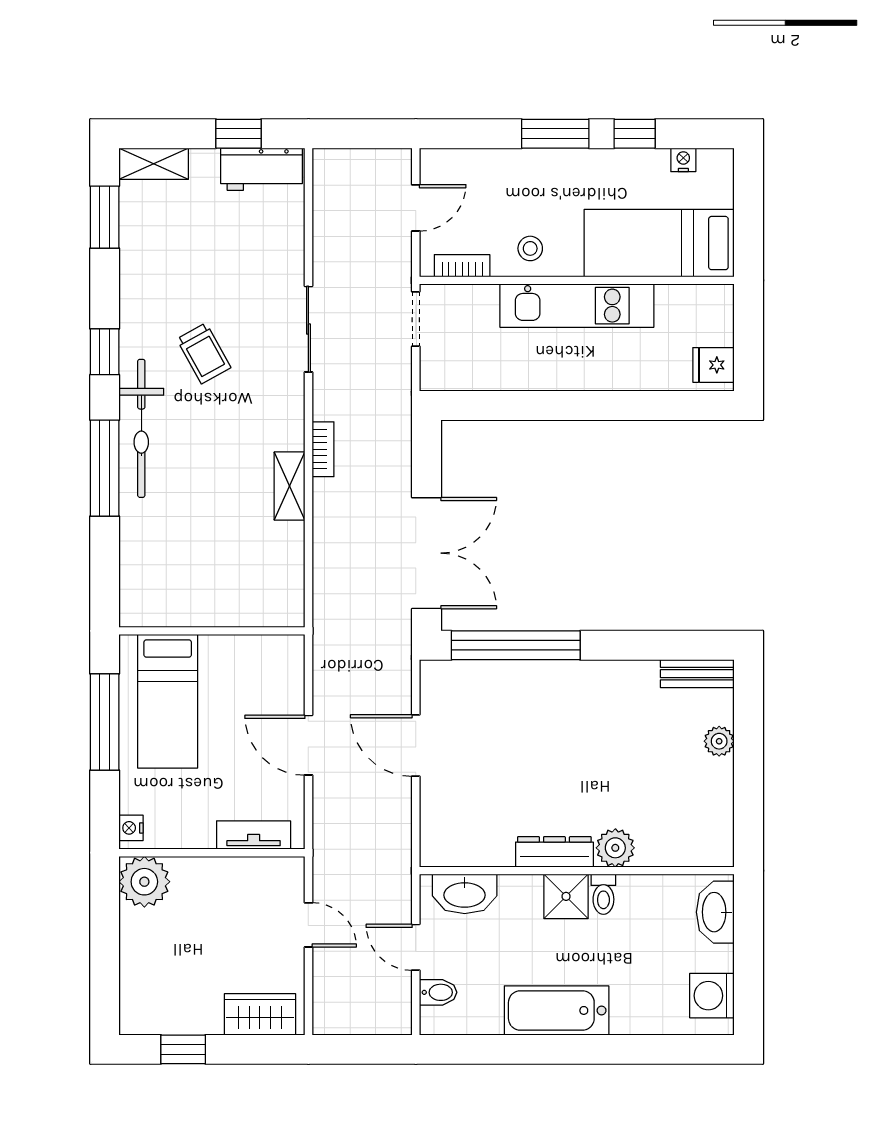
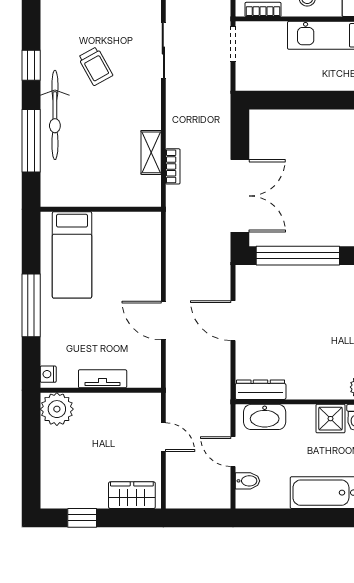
bookcase: (323, 449) -> (173, 166), moved
wall: (212, 631) -> (101, 209), moved
bed: (168, 701) -> (72, 255), moved
tv unit: (254, 835) -> (103, 379), moved
dresser: (554, 852) -> (261, 390), moved

